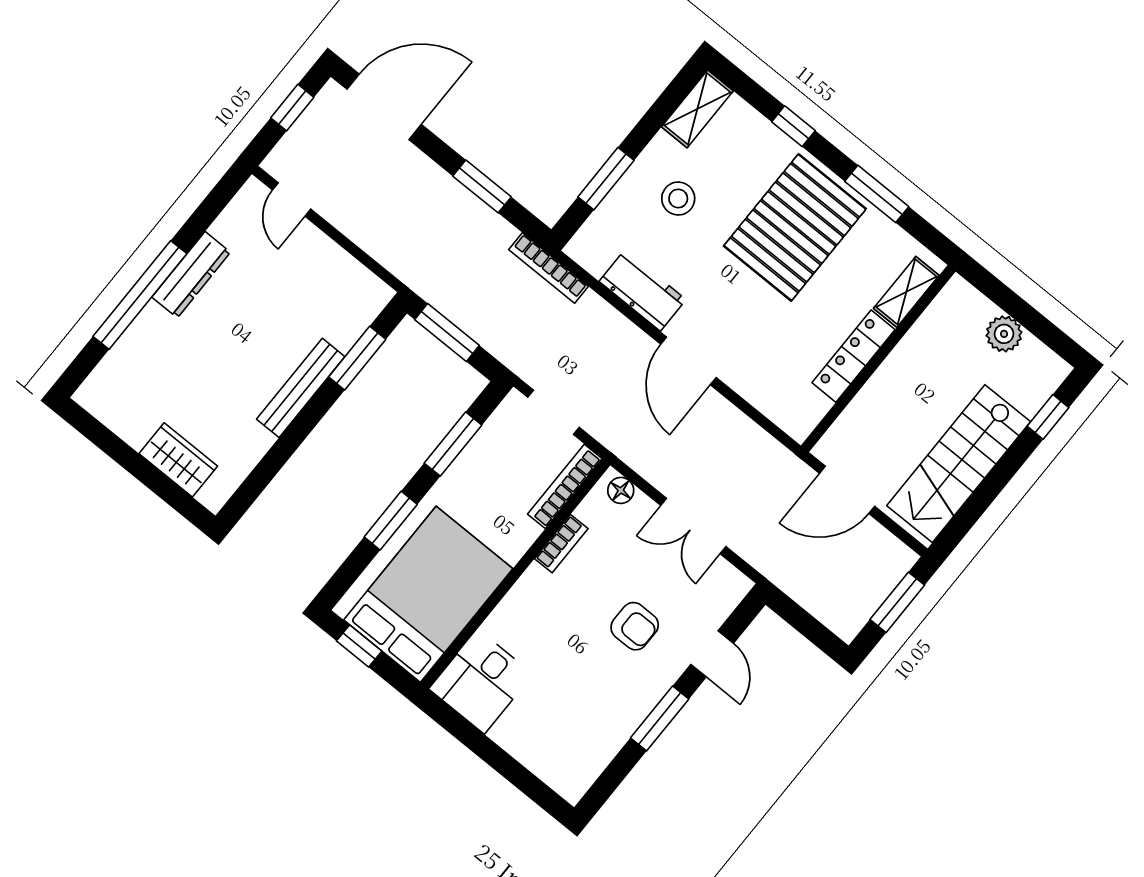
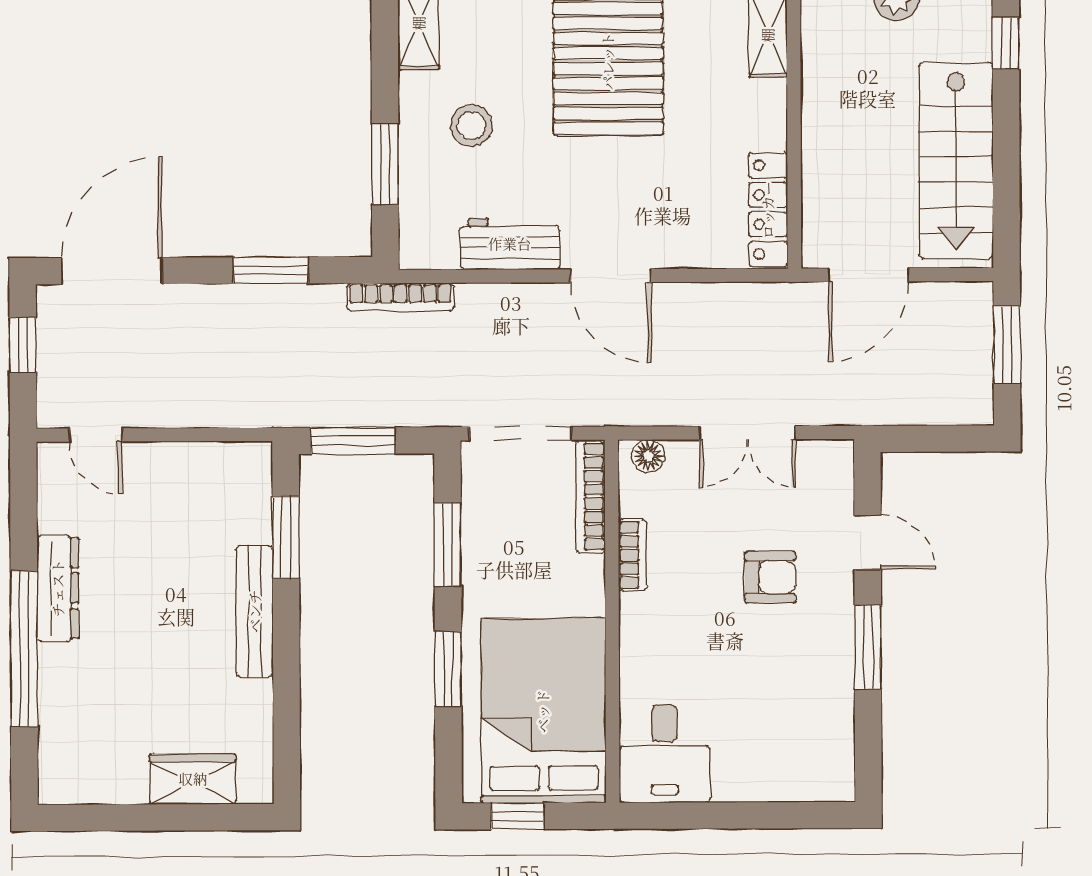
locker: (854, 356) -> (768, 210), moved
doorway: (553, 412) -> (520, 434), width x1.38

